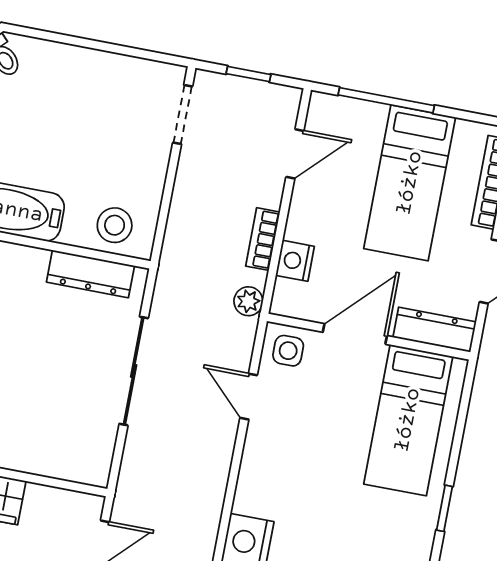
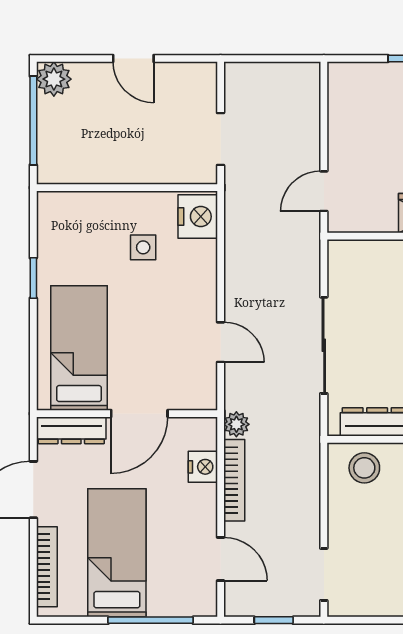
door: (295, 154) -> (221, 559), swing flipped
bookcase: (263, 239) -> (234, 480), width x1.56
side table: (288, 351) -> (143, 247), moved

